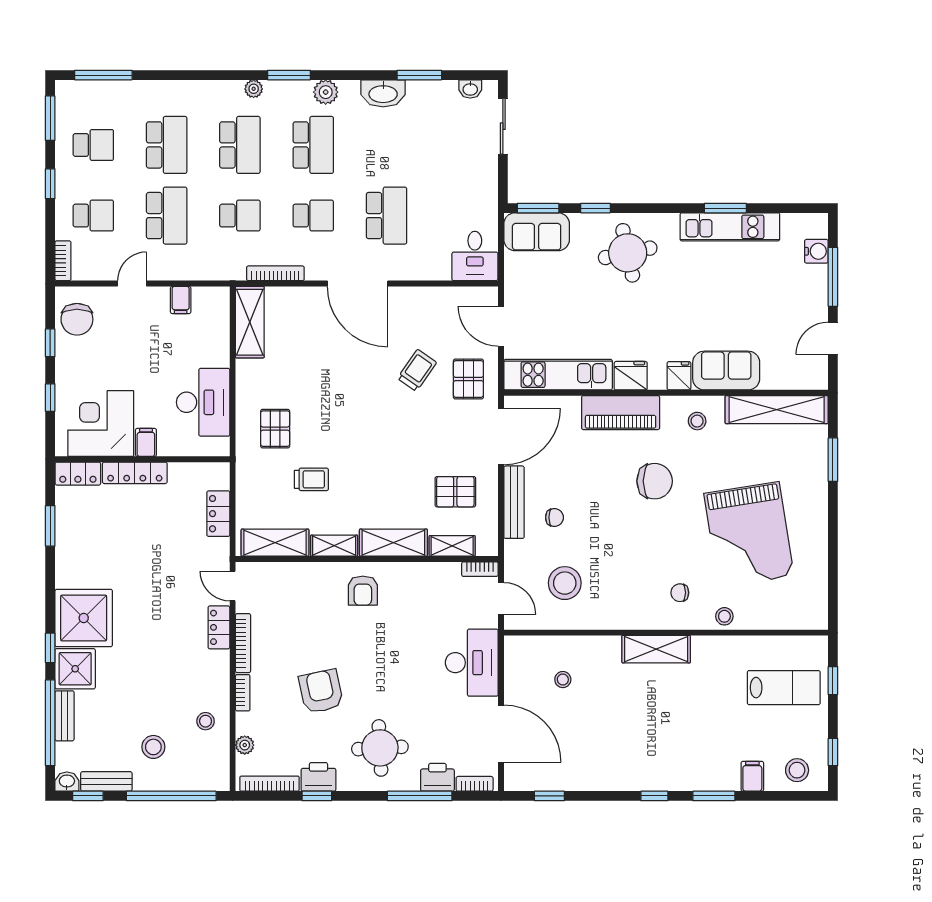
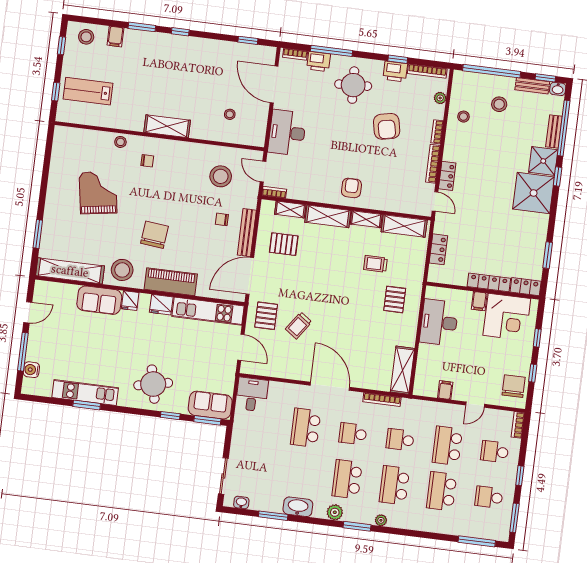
stool: (697, 421) -> (122, 270), width x1.89, depth x1.89
chair: (655, 481) -> (154, 235), turned 96
grand piano: (749, 535) -> (98, 193), width x0.73, depth x0.68

